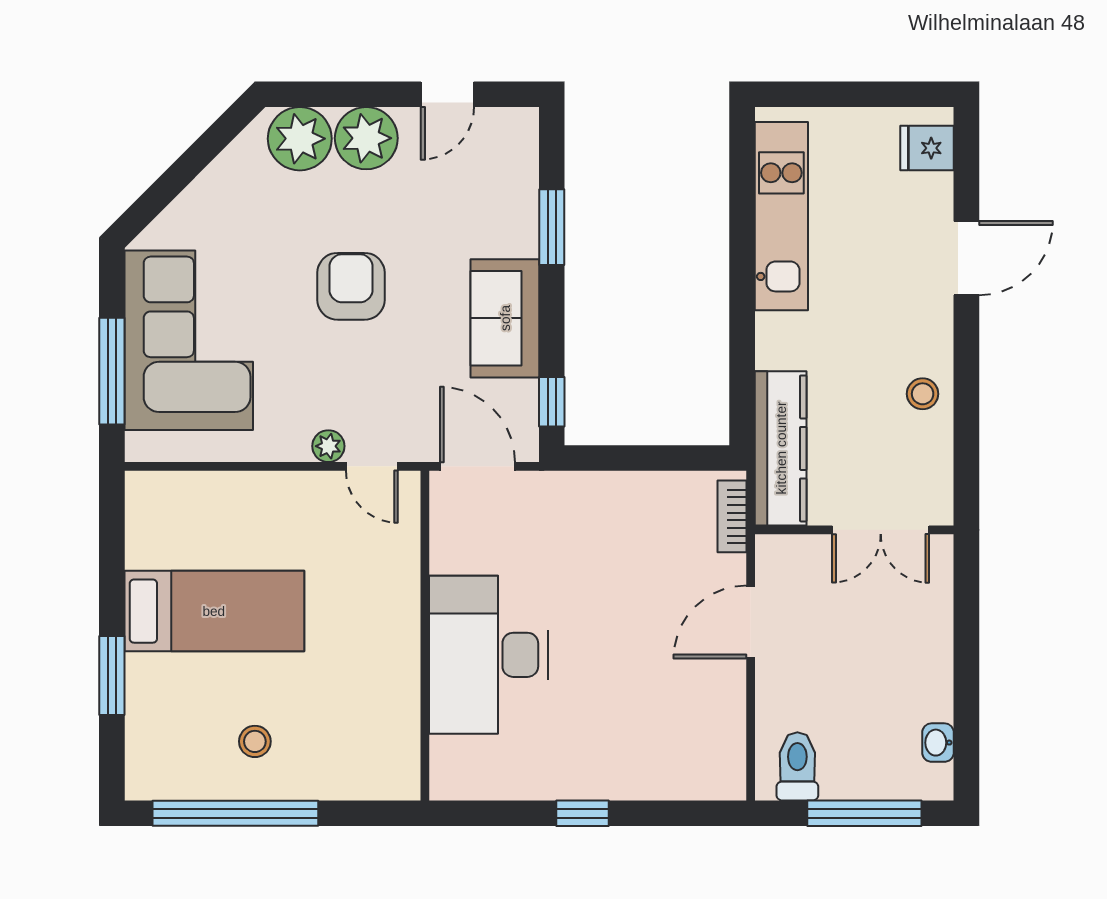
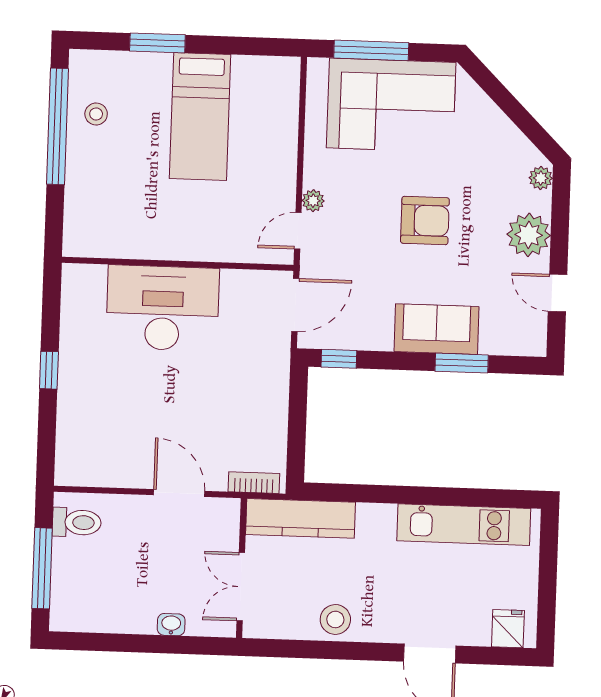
plant: (300, 139) -> (541, 178), width x0.53, depth x0.53
sofa: (505, 318) -> (437, 329), moved
stool: (923, 394) -> (335, 619), width x1.37, depth x1.37
stool: (255, 741) -> (96, 114), moved
washbasin: (938, 743) -> (171, 625), moved

